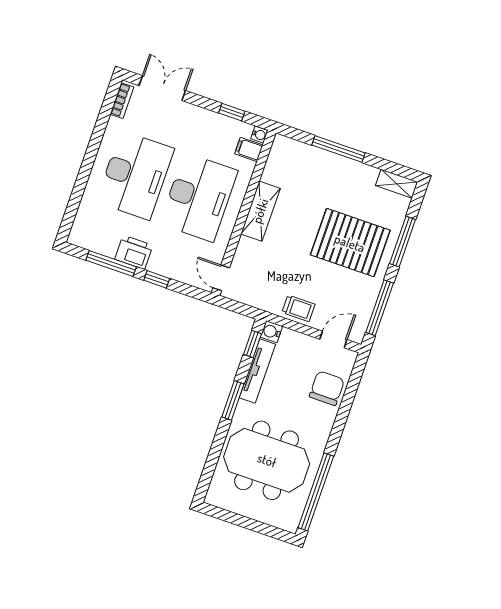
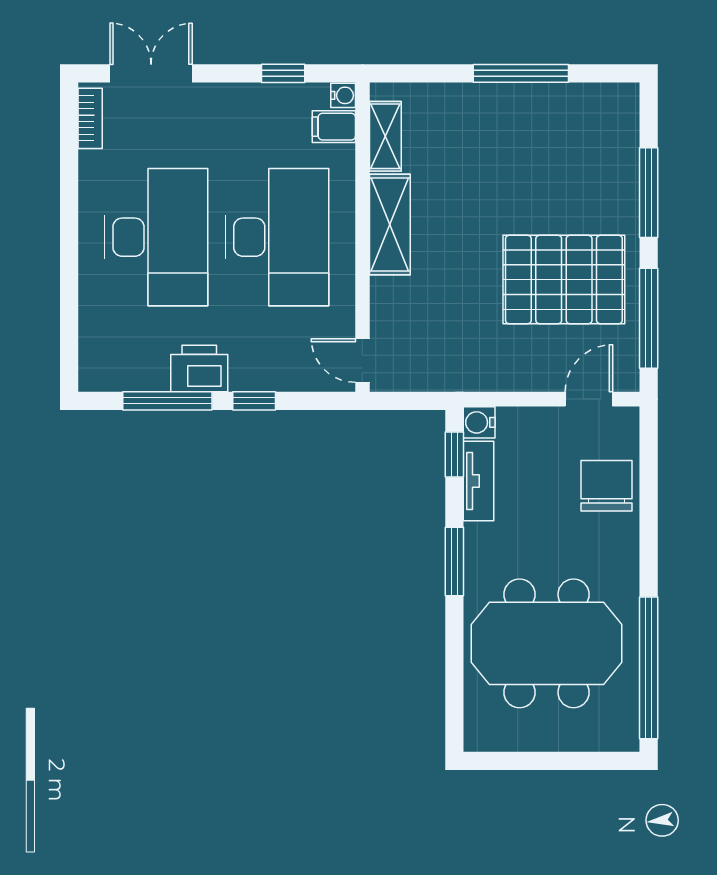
window: (338, 149) -> (521, 73), moved
shelving: (397, 184) -> (385, 136), moved, turned 90
pallet: (350, 243) -> (564, 280), moved
trolley: (298, 308) -> (511, 367), removed
tv unit: (257, 371) -> (479, 481), width x0.71

